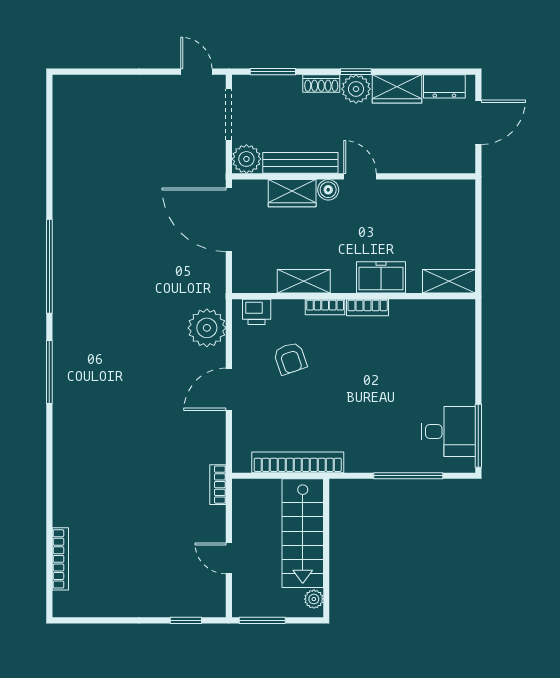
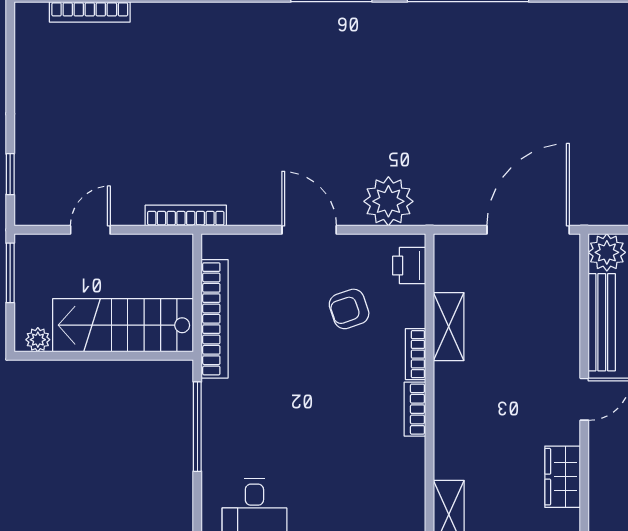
boiler: (328, 190) -> (567, 358), removed
wardrobe: (292, 193) -> (563, 477), moved
freezer: (381, 277) -> (454, 426), removed
window: (408, 476) -> (197, 427), moved
bookcase: (218, 485) -> (186, 216), width x1.56

